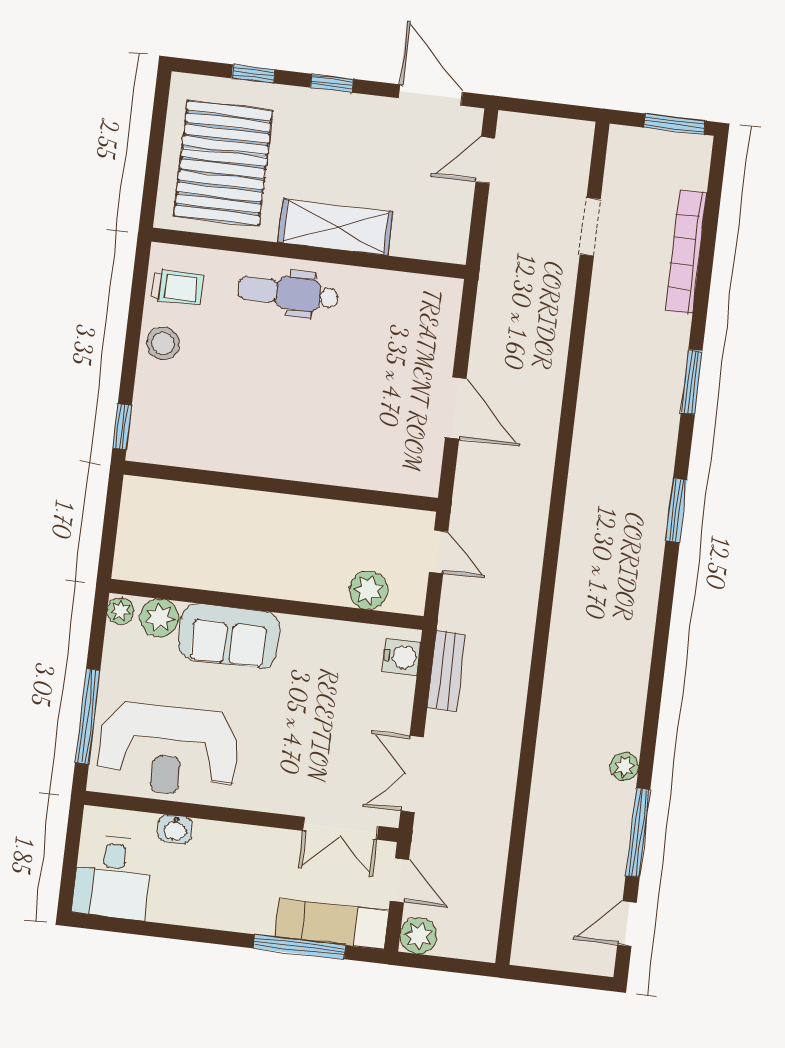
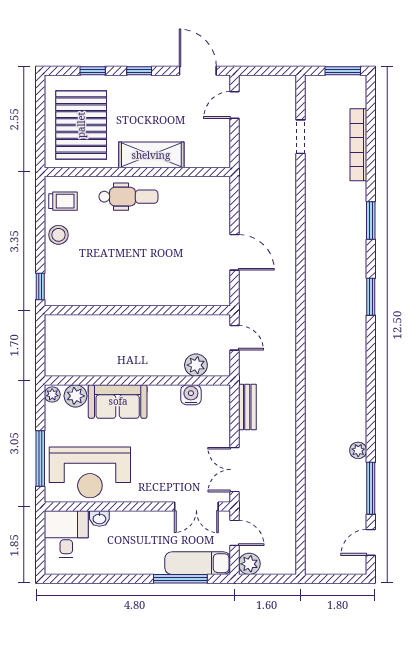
dental chair: (288, 293) -> (128, 197), turned 180
water cooler: (402, 657) -> (191, 395), moved, turned -90
desk: (113, 877) -> (66, 534), moved, turned 180

